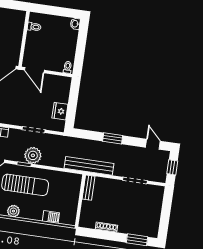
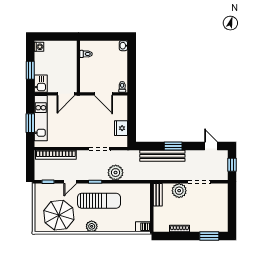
door: (34, 70) -> (104, 94), moved
plant: (33, 155) -> (116, 173), moved
bench: (89, 166) -> (162, 156), moved
plant: (112, 187) -> (179, 191), added
barbecue: (51, 217) -> (143, 227), moved

